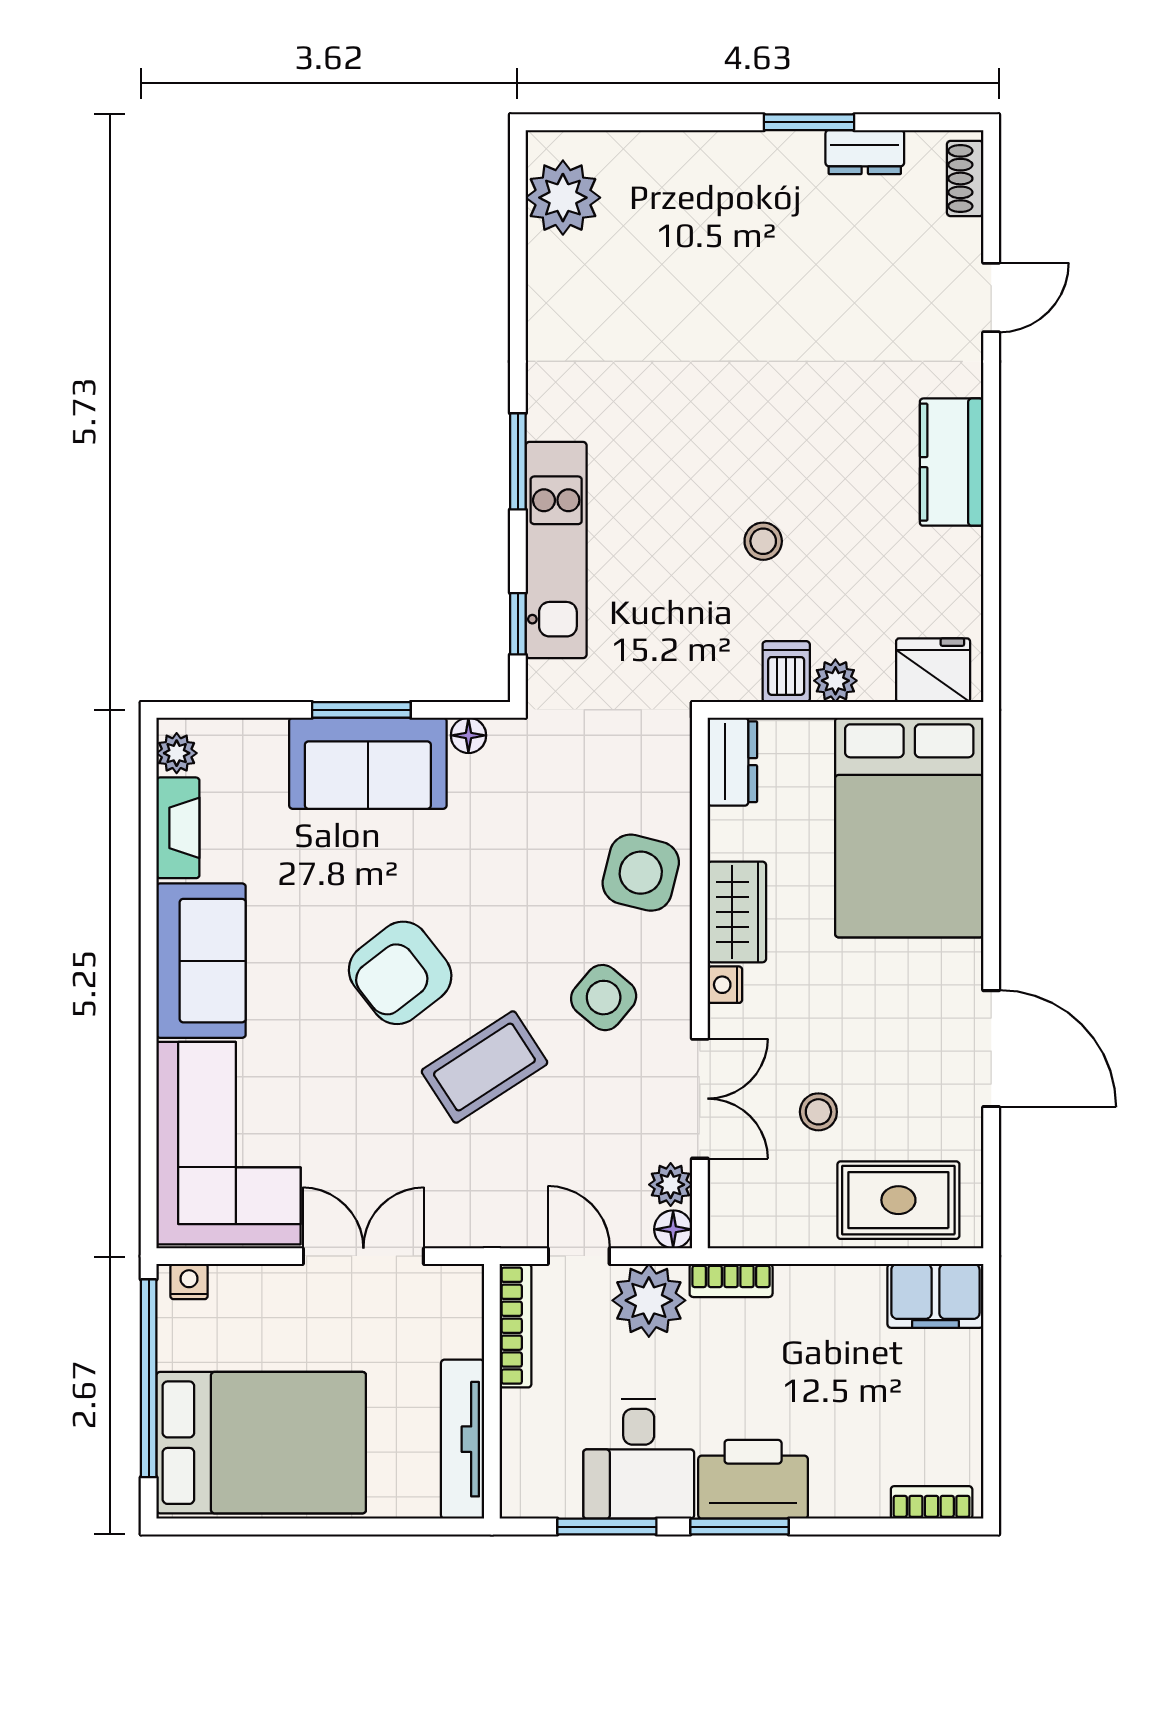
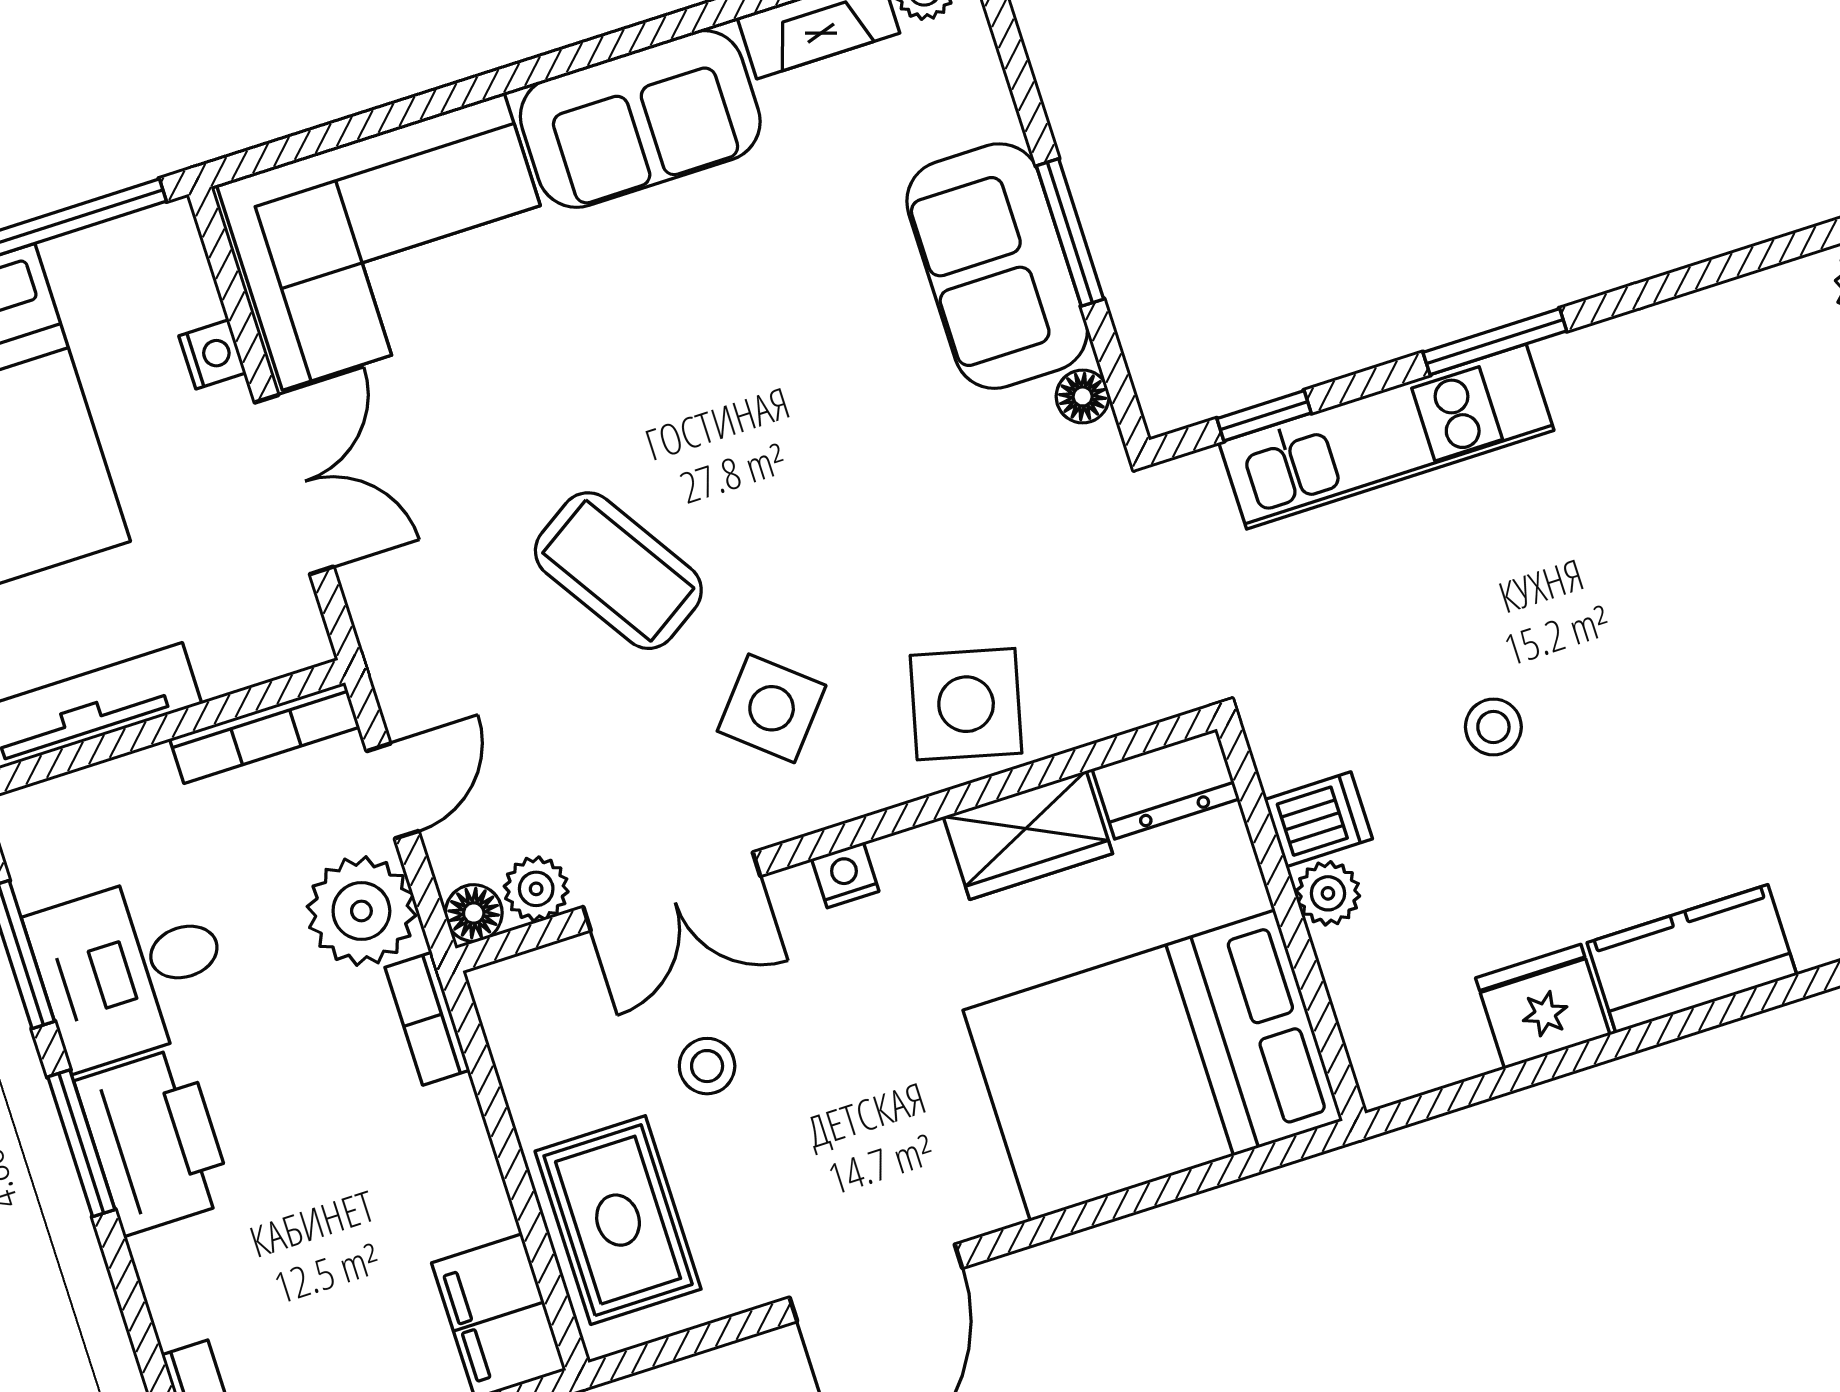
fridge: (933, 670) -> (1543, 1006), moved, turned -90
wardrobe: (737, 912) -> (1028, 835), moved
armchair: (400, 973) -> (714, 408), removed
nightstand: (189, 1282) -> (212, 354), moved

